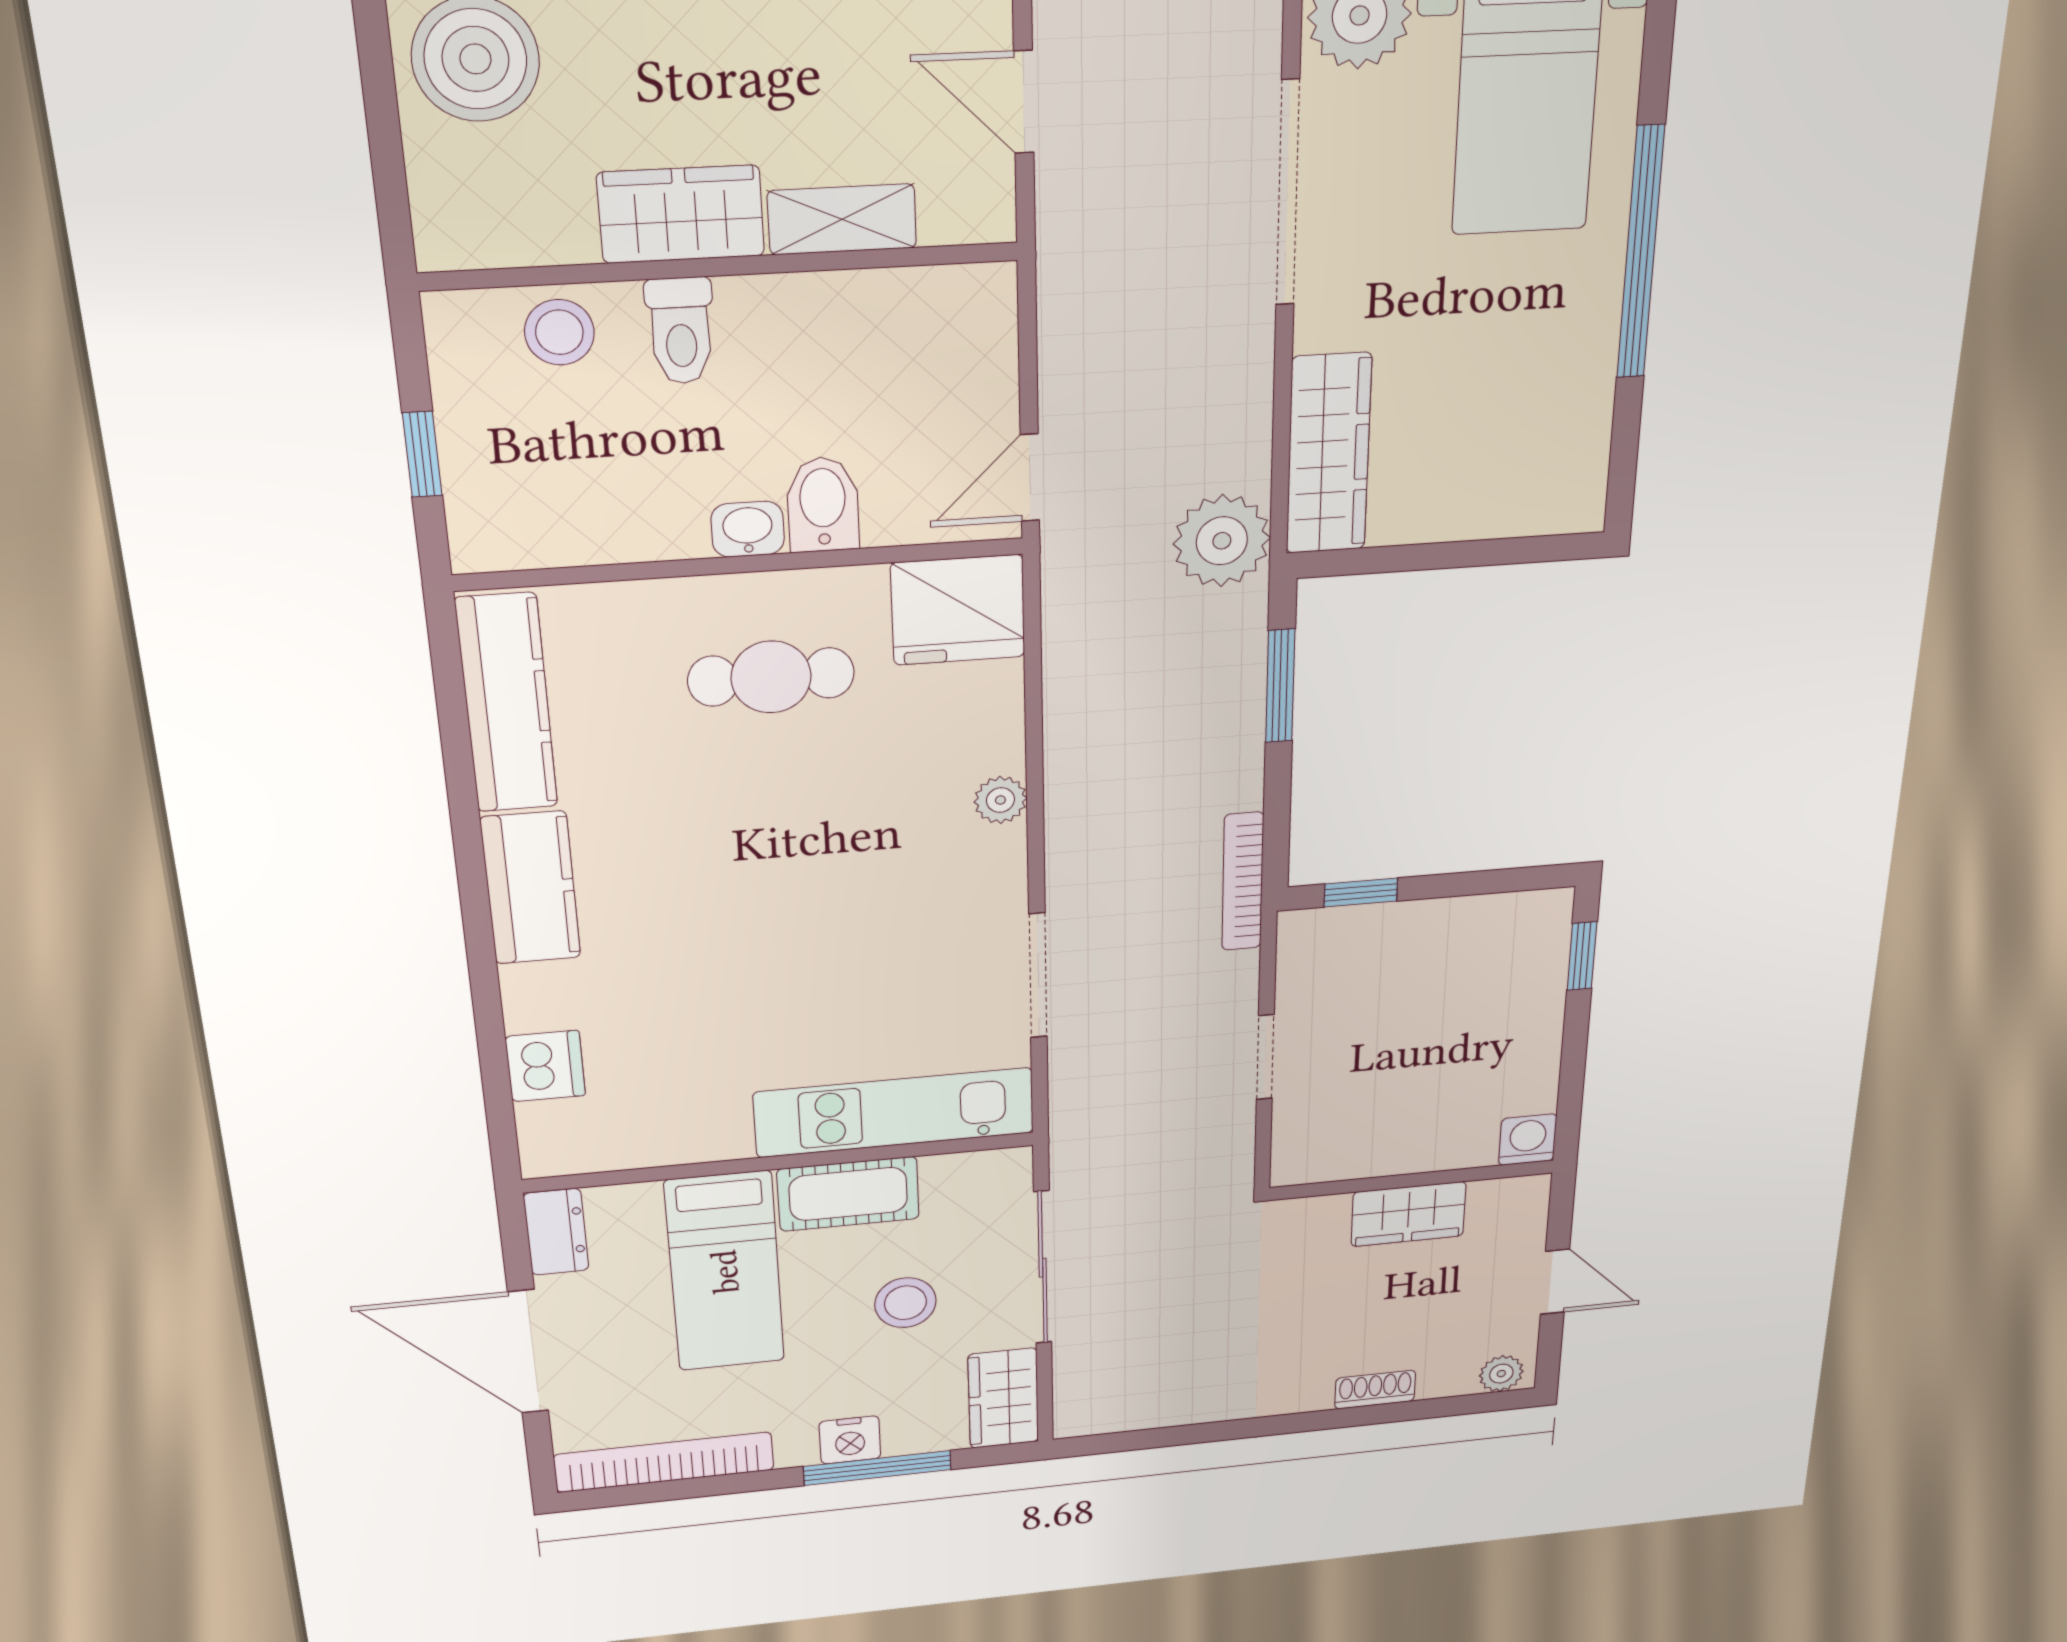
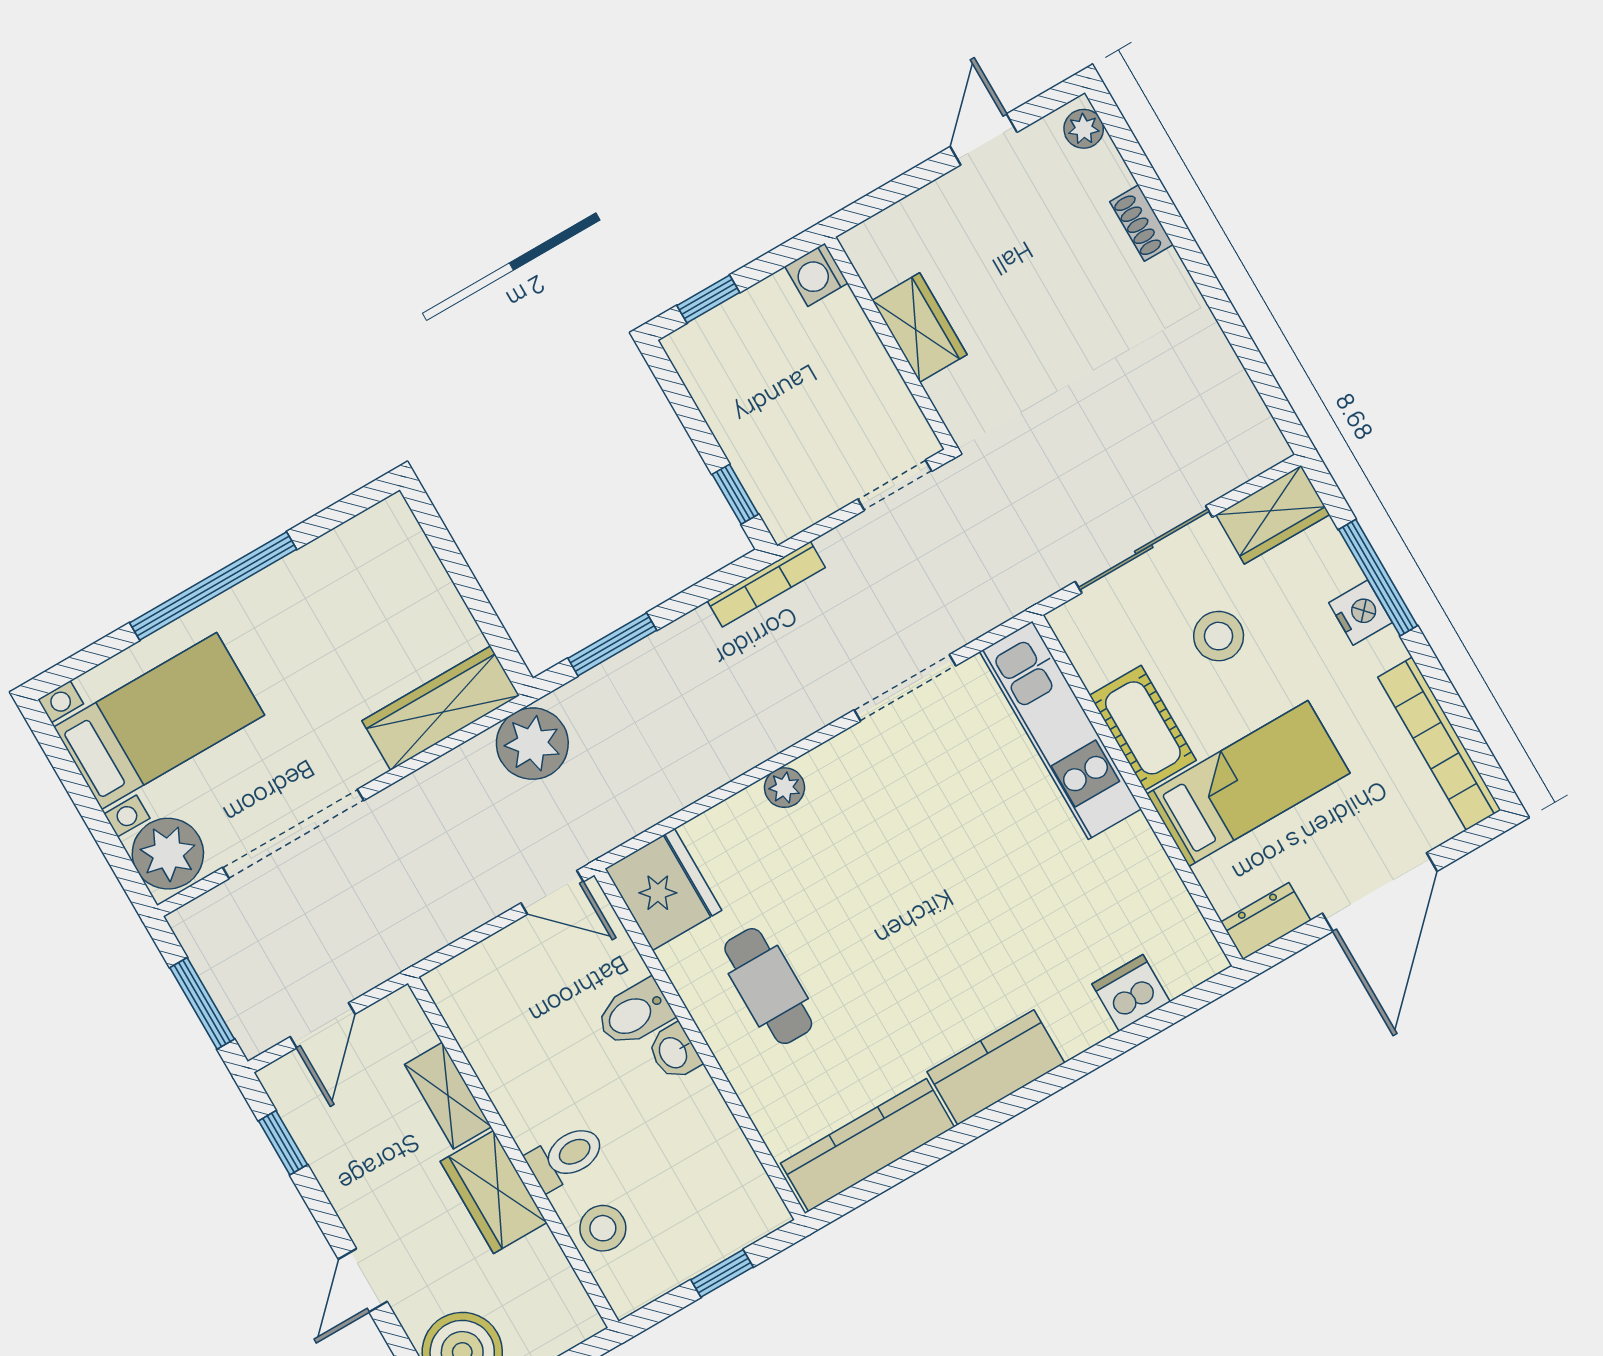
washing machine: (1528, 1140) -> (816, 275), moved
wall: (1412, 1180) -> (890, 343), moved
wardrobe: (1408, 1214) -> (920, 328), moved

